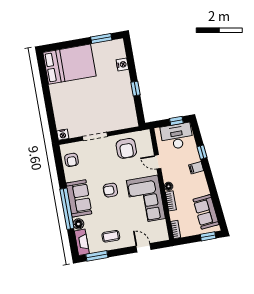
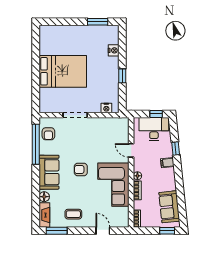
bed: (69, 64) -> (63, 71), moved
nightstand: (63, 135) -> (106, 108), moved
armchair: (126, 148) -> (103, 132), removed
window: (67, 209) -> (36, 144), moved

